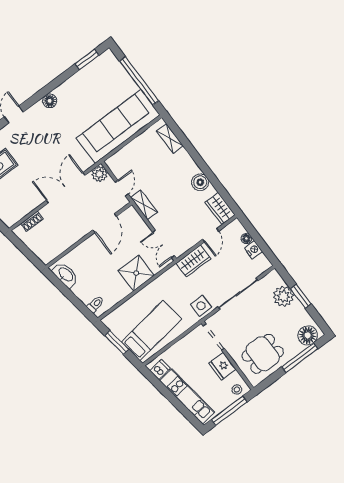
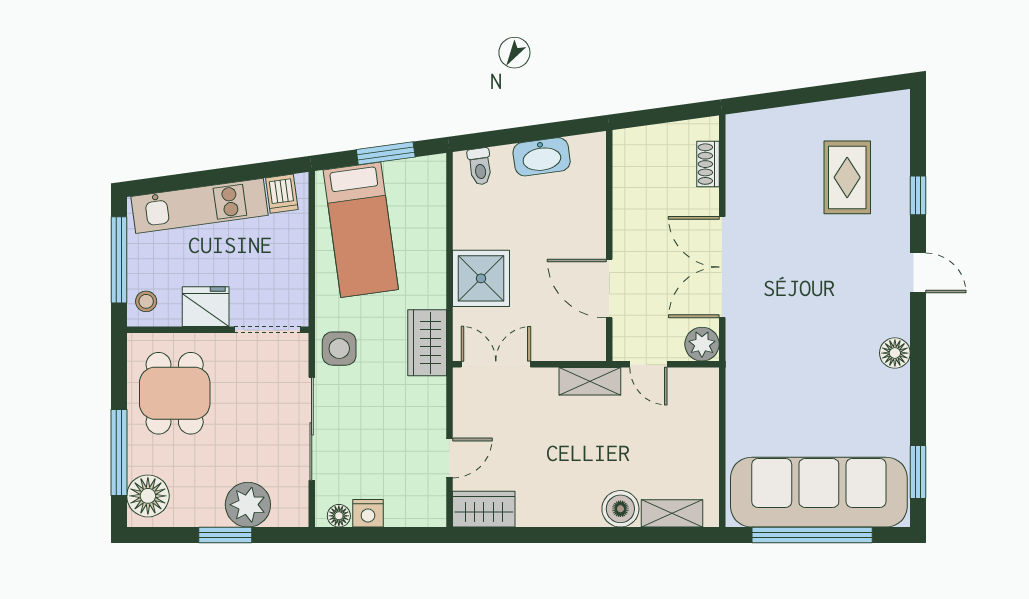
sofa: (118, 126) -> (819, 492), moved, turned -90
boiler: (200, 182) -> (620, 509), moved
double door: (66, 188) -> (722, 267), swing flipped
door: (211, 235) -> (450, 458), swing flipped
floor lamp: (246, 239) -> (339, 516), moved
wardrobe: (193, 261) -> (427, 343), moved
washbasin: (65, 275) -> (542, 157), moved

